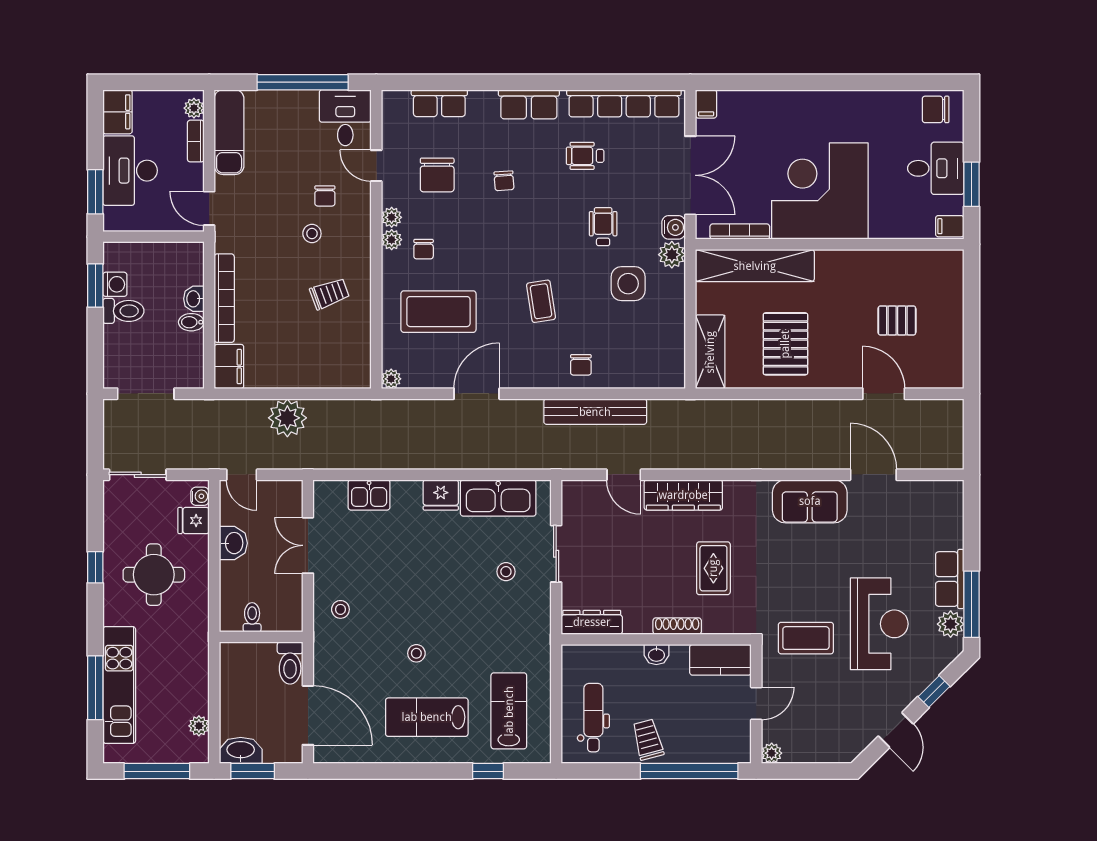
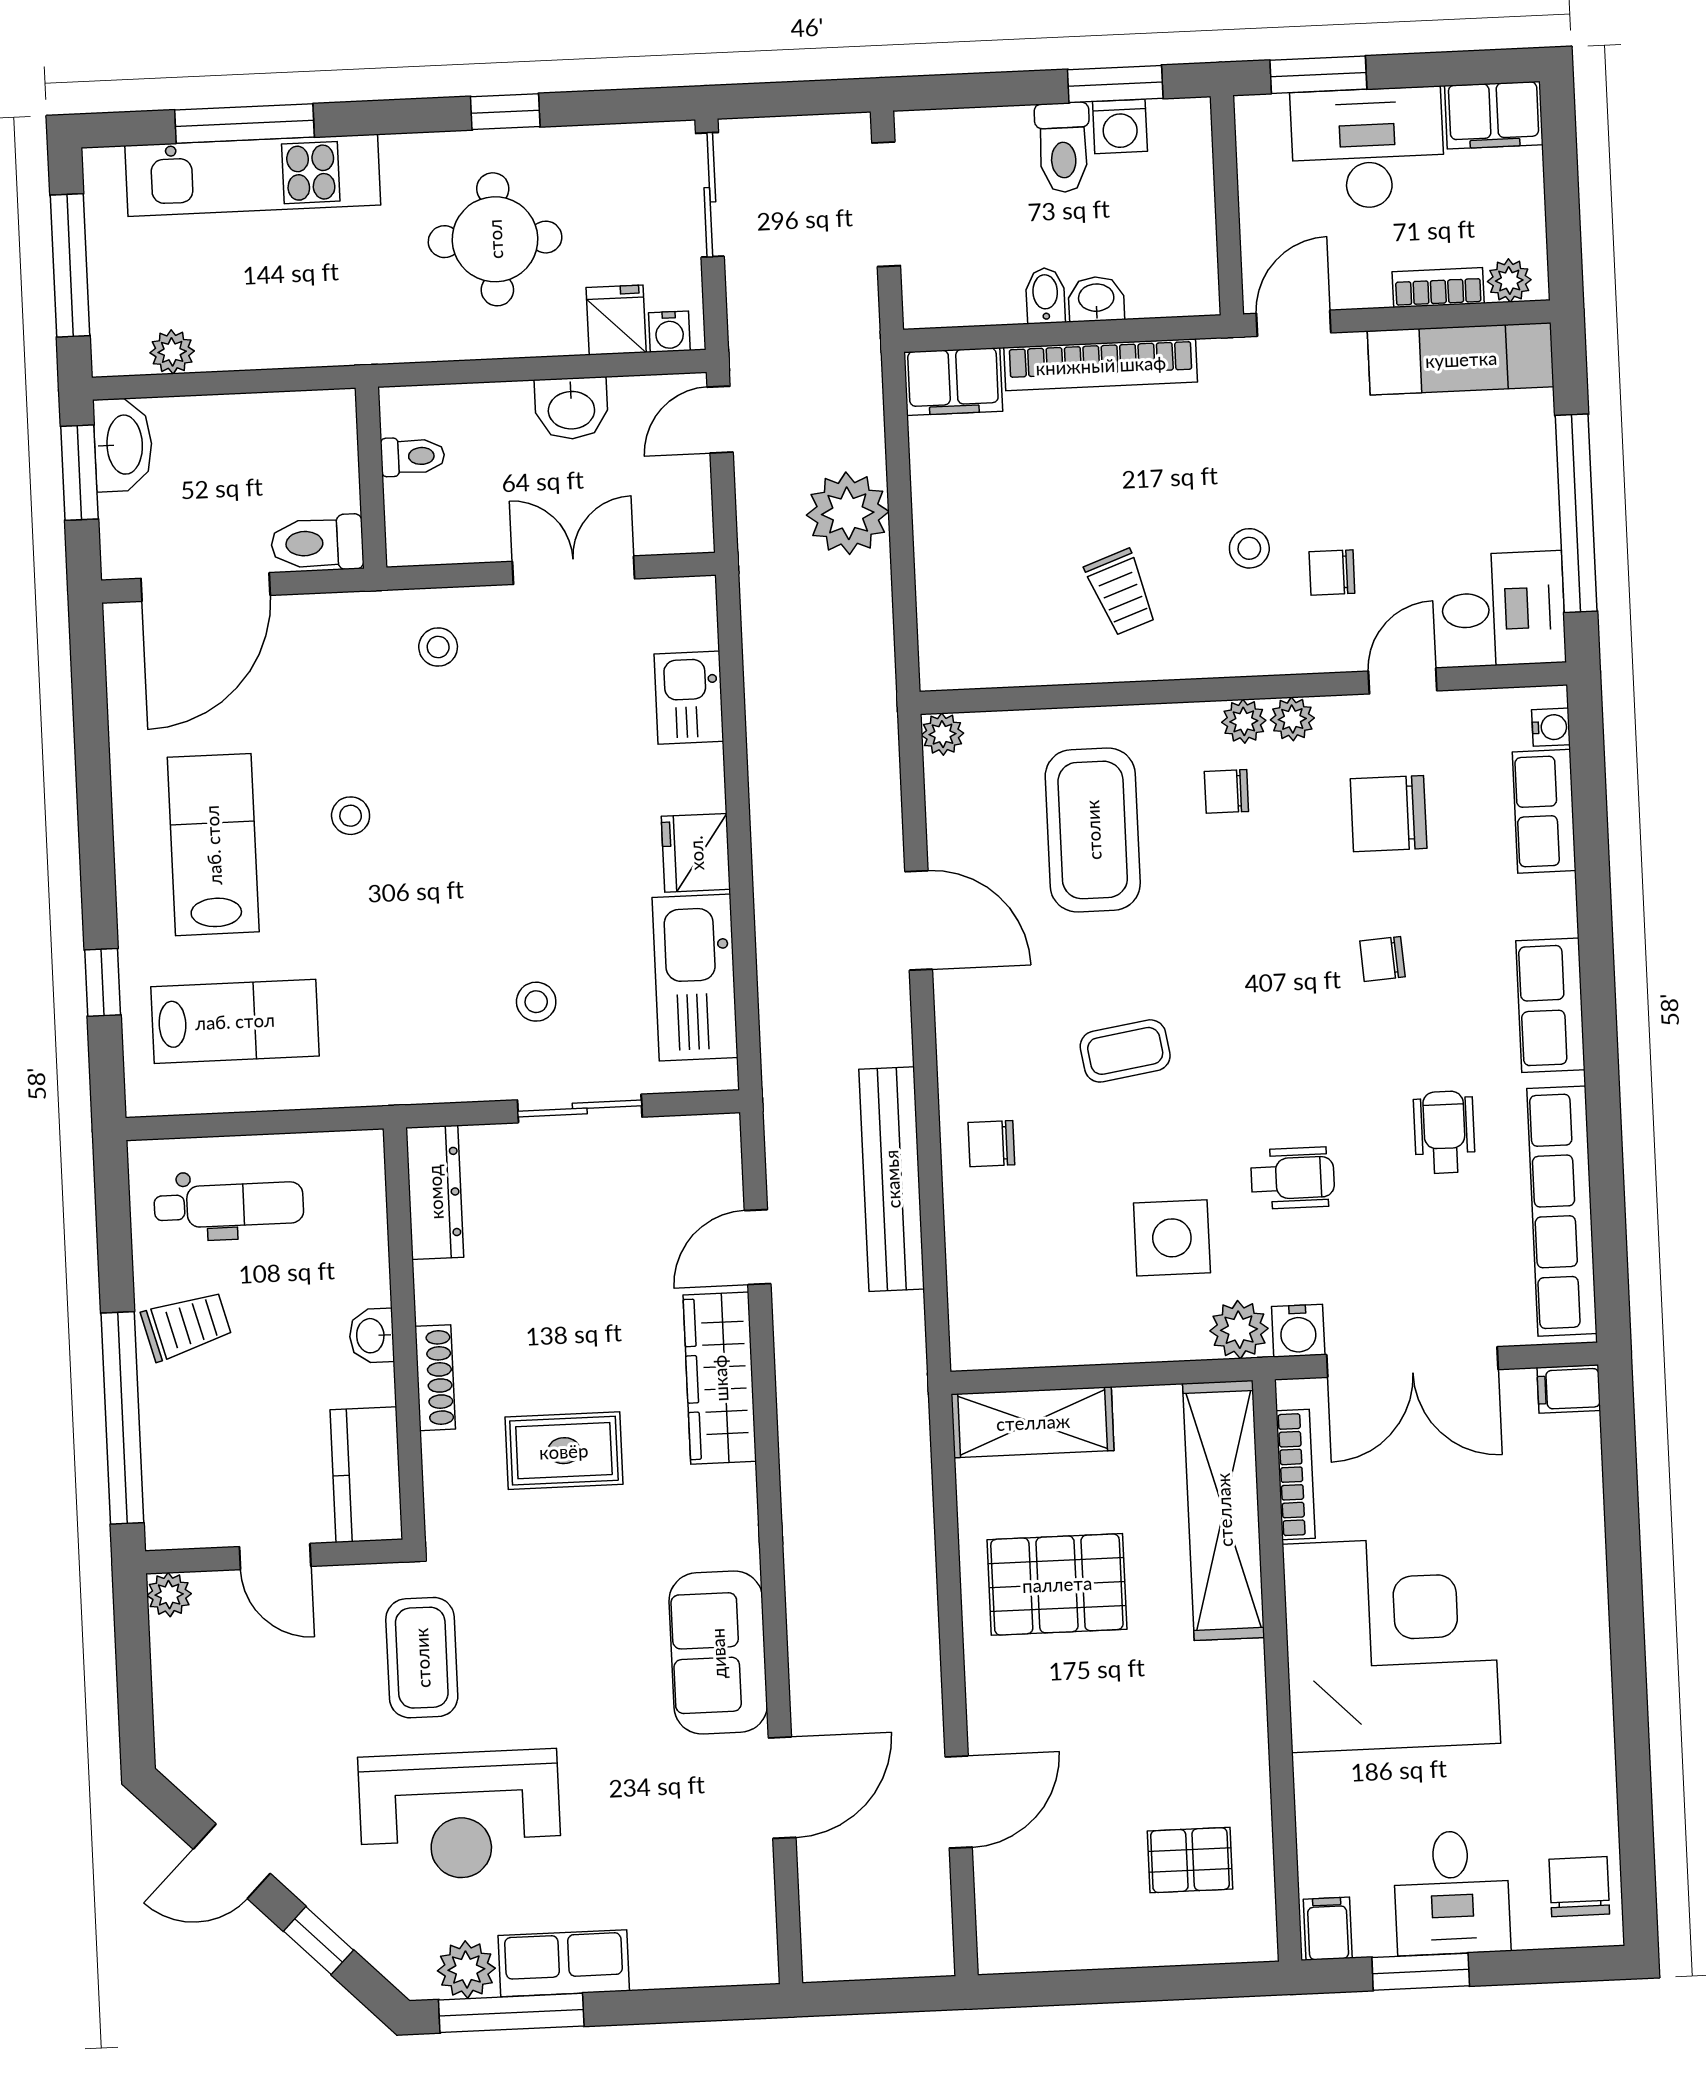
water cooler: (401, 98) -> (1551, 727), added
pallet: (897, 320) -> (1190, 1860), moved, turned 90

